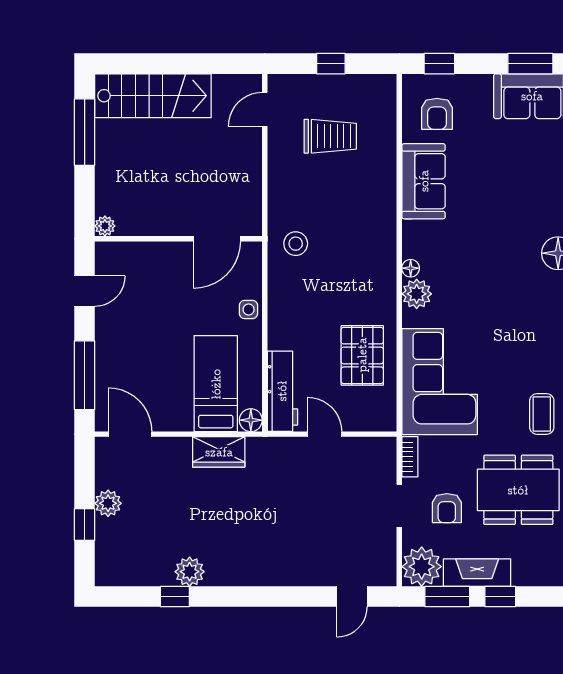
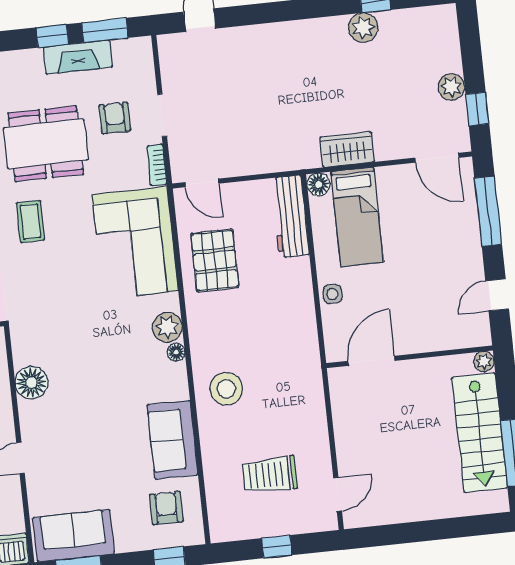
stairs: (153, 96) -> (480, 433), moved, turned -90
stool: (296, 244) -> (226, 389), moved, width x1.38, depth x1.38
door: (325, 434) -> (202, 183), moved
window: (85, 525) -> (477, 109), moved
plant: (422, 567) -> (134, 57), removed

